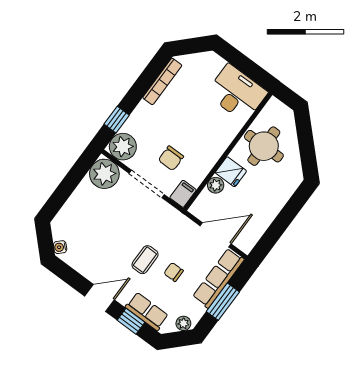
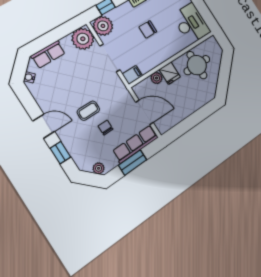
chair: (171, 158) -> (148, 29), moved
row of seats: (147, 311) -> (48, 54), moved, turned 90

